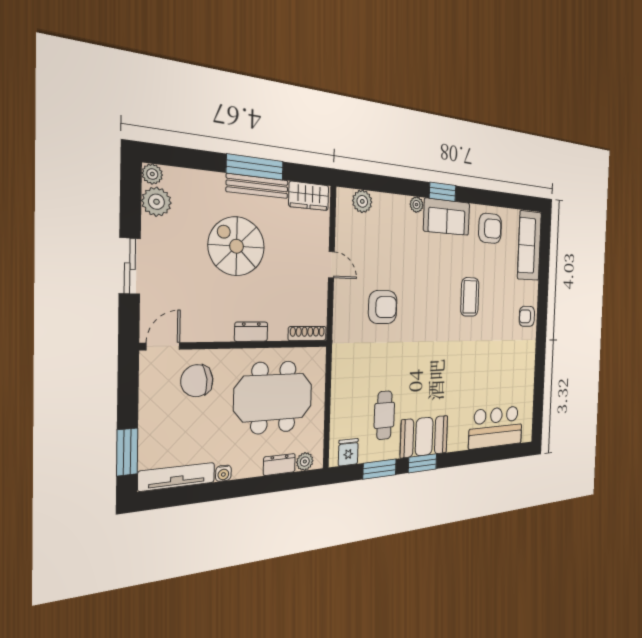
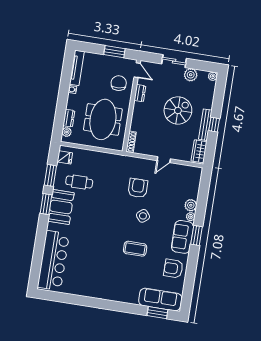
window: (255, 167) -> (214, 125), width x0.46
plant: (362, 201) -> (191, 205), moved
plant: (156, 202) -> (191, 75), moved
armchair: (490, 228) -> (173, 269), turned 90
window: (545, 248) -> (157, 313), added
side table: (423, 291) -> (143, 216), added
armchair: (383, 307) -> (138, 188), turned 180
armchair: (527, 316) -> (117, 293), removed
dresser: (251, 332) -> (140, 93), moved
bar counter: (496, 427) -> (53, 261), width x1.36
window: (127, 452) -> (114, 52), moved

